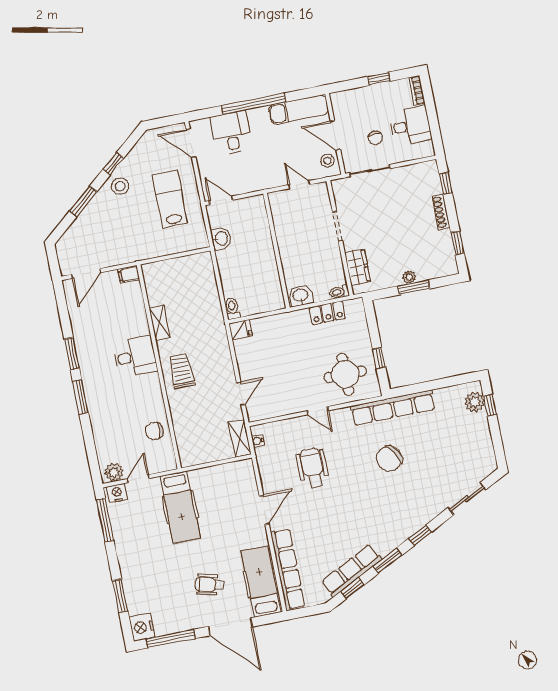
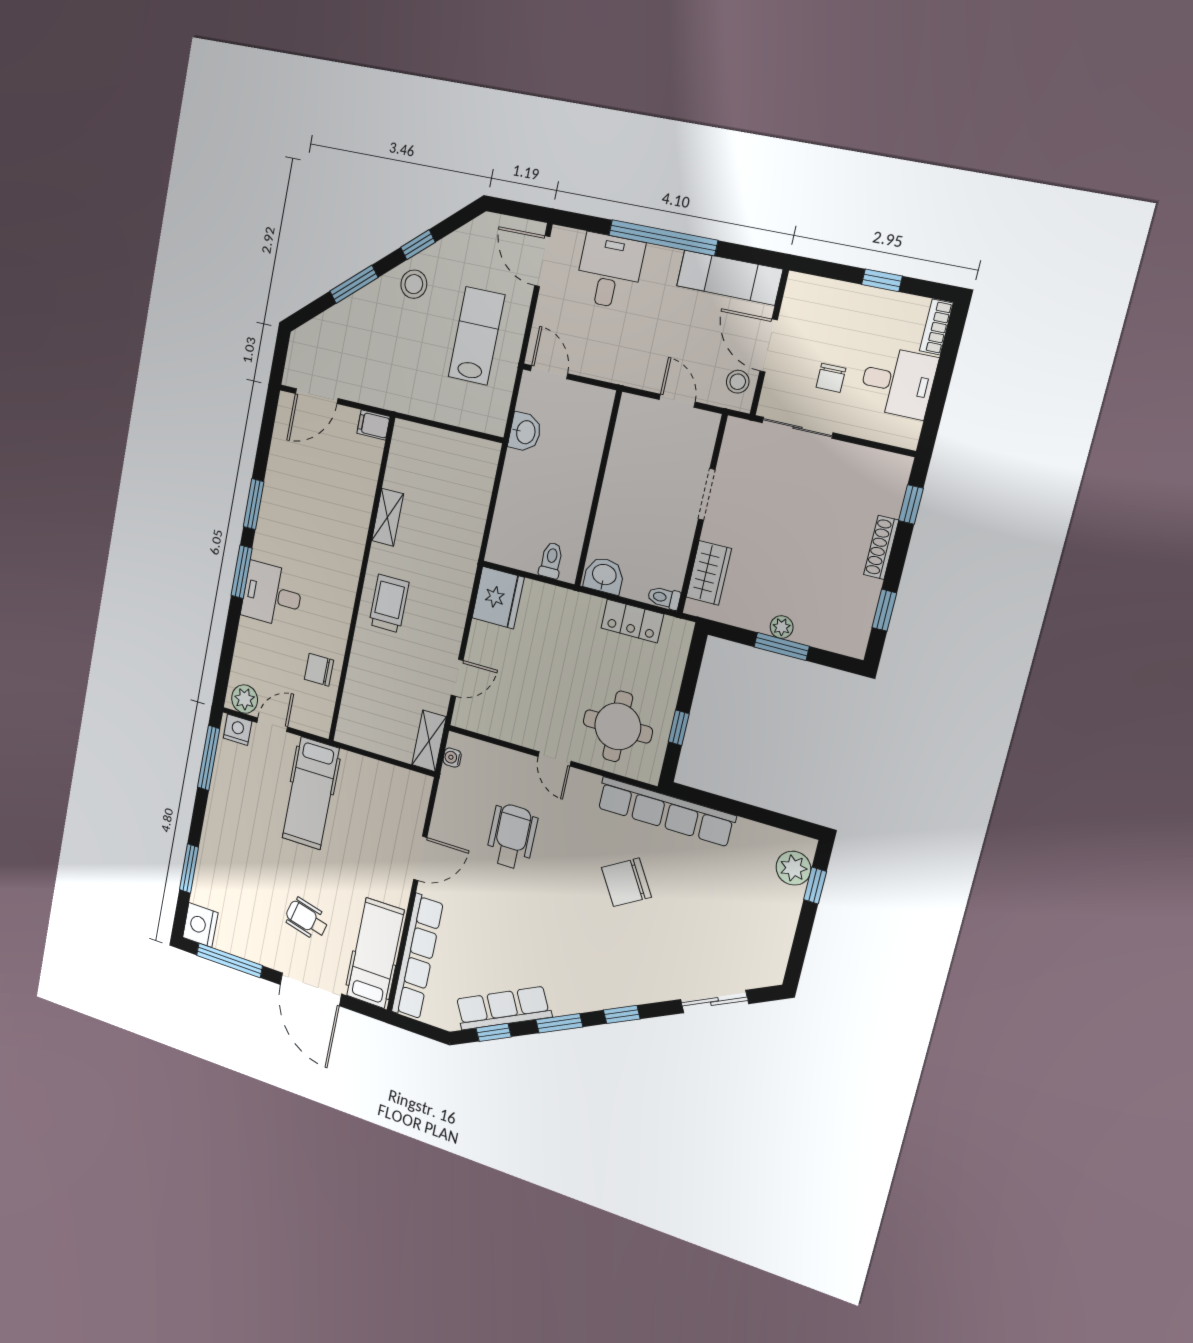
toilet: (232, 308) -> (551, 560), moved
fridge: (240, 330) -> (498, 598), width x1.88, depth x1.34
desk: (135, 357) -> (272, 595), moved, turned 180

